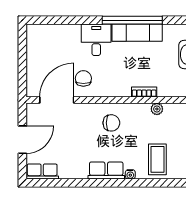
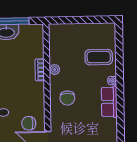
plant: (157, 109) -> (55, 70), moved
chair: (111, 123) -> (67, 98), turned 180

